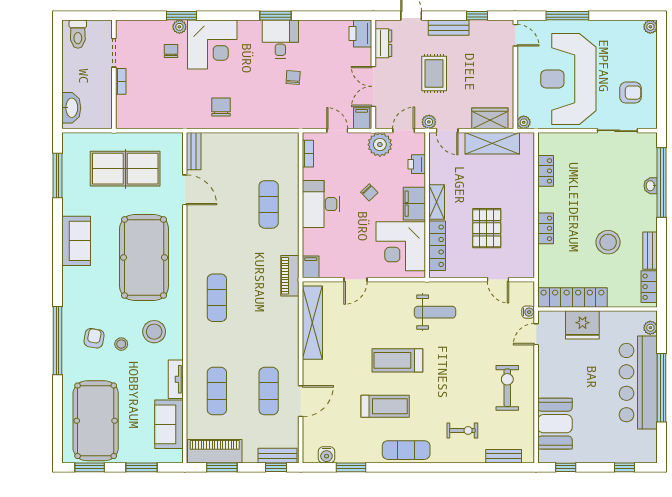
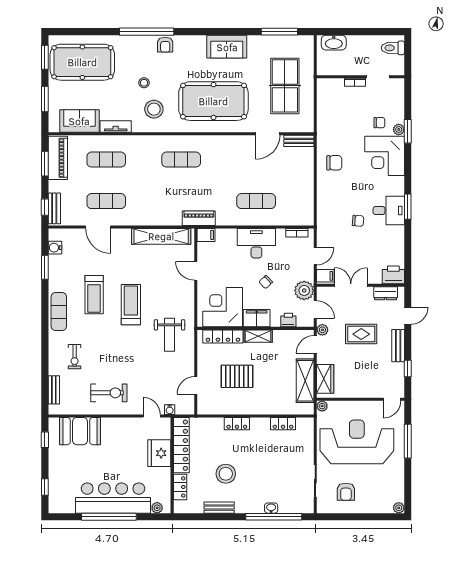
locker: (649, 287) -> (180, 487), moved, turned 90
armchair: (94, 338) -> (165, 45), moved, turned 80

